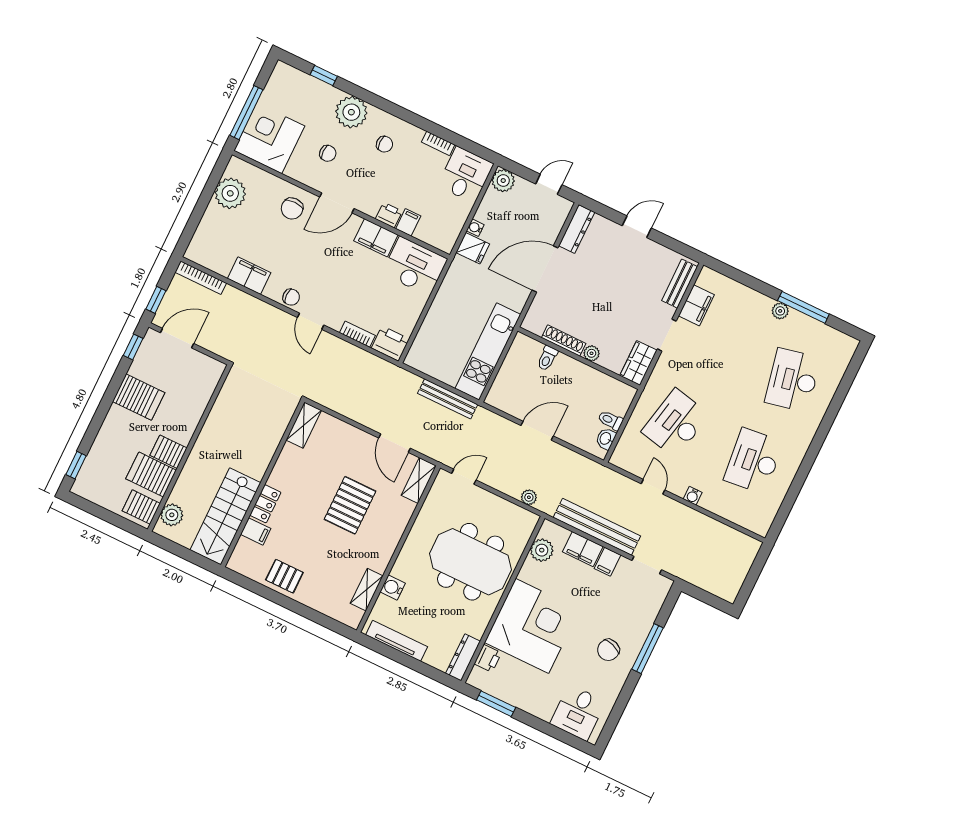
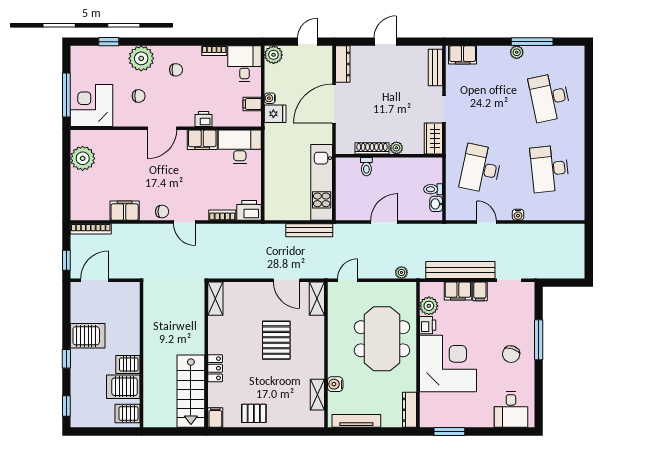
chair: (292, 209) -> (132, 148), removed
filing cabinet: (408, 222) -> (252, 104), moved, turned -90
filing cabinet: (696, 305) -> (463, 55), moved, turned 90
window: (133, 347) -> (66, 359), moved
plant: (172, 515) -> (152, 409), removed
filing cabinet: (256, 531) -> (215, 418), moved, turned -90
meeting table: (471, 562) -> (382, 339), turned 90
printer: (488, 658) -> (428, 325), moved

